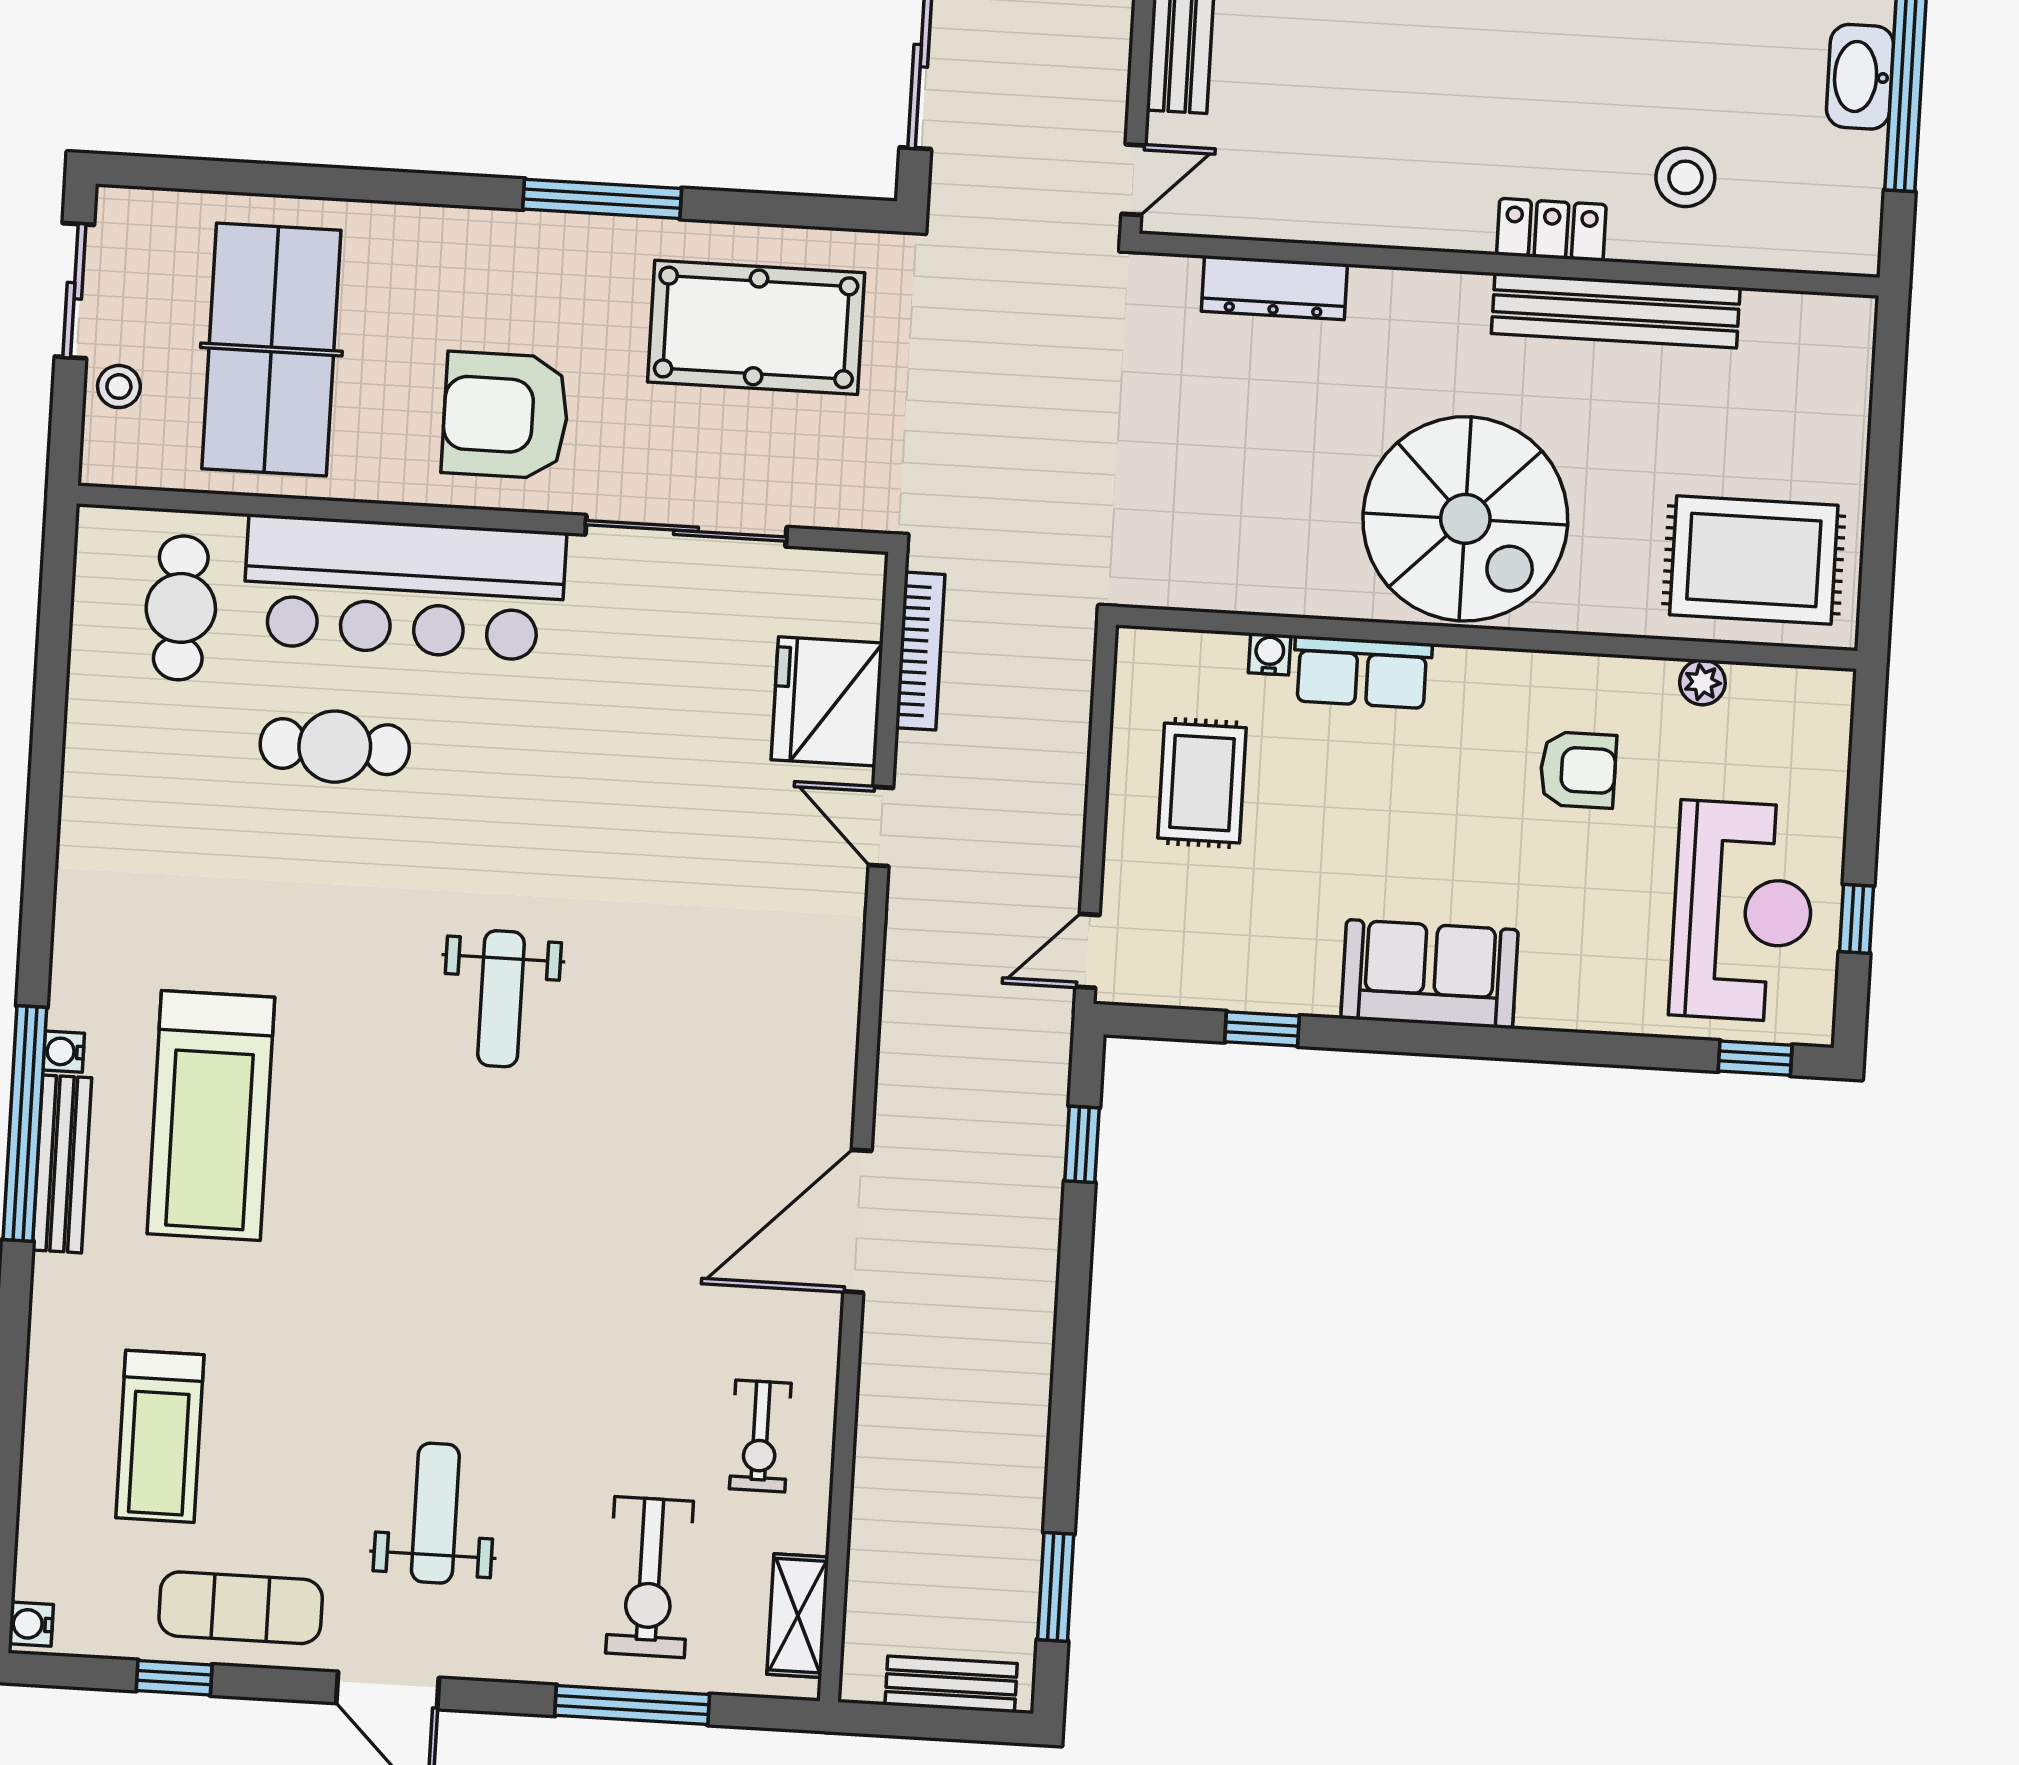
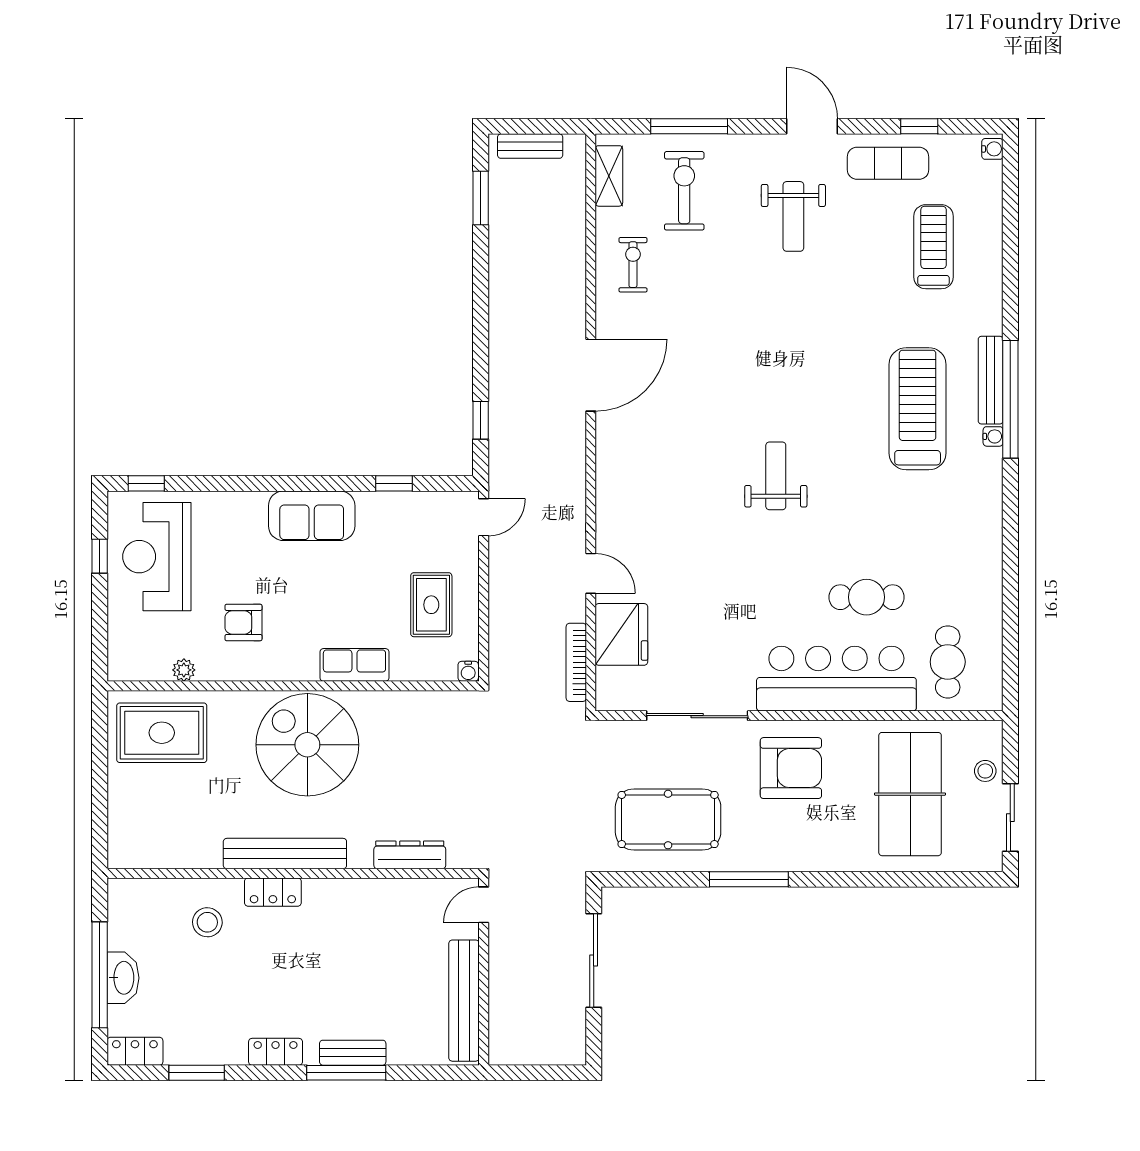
bench: (1616, 310) -> (285, 854), moved
water cooler: (1270, 654) -> (468, 671), moved

